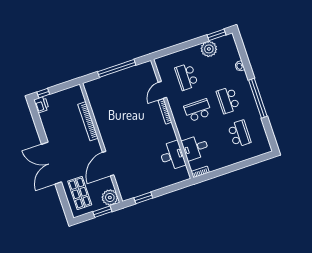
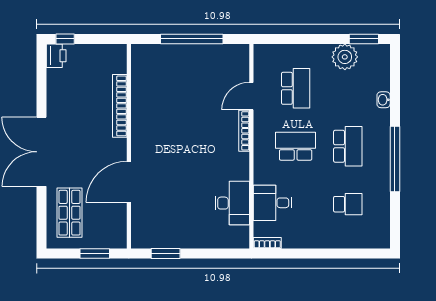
school desk: (186, 77) -> (296, 88), turned 180
school desk: (228, 100) -> (348, 146), turned 180
school desk: (239, 134) -> (348, 204), width x0.54
plant: (110, 198) -> (114, 235), removed

